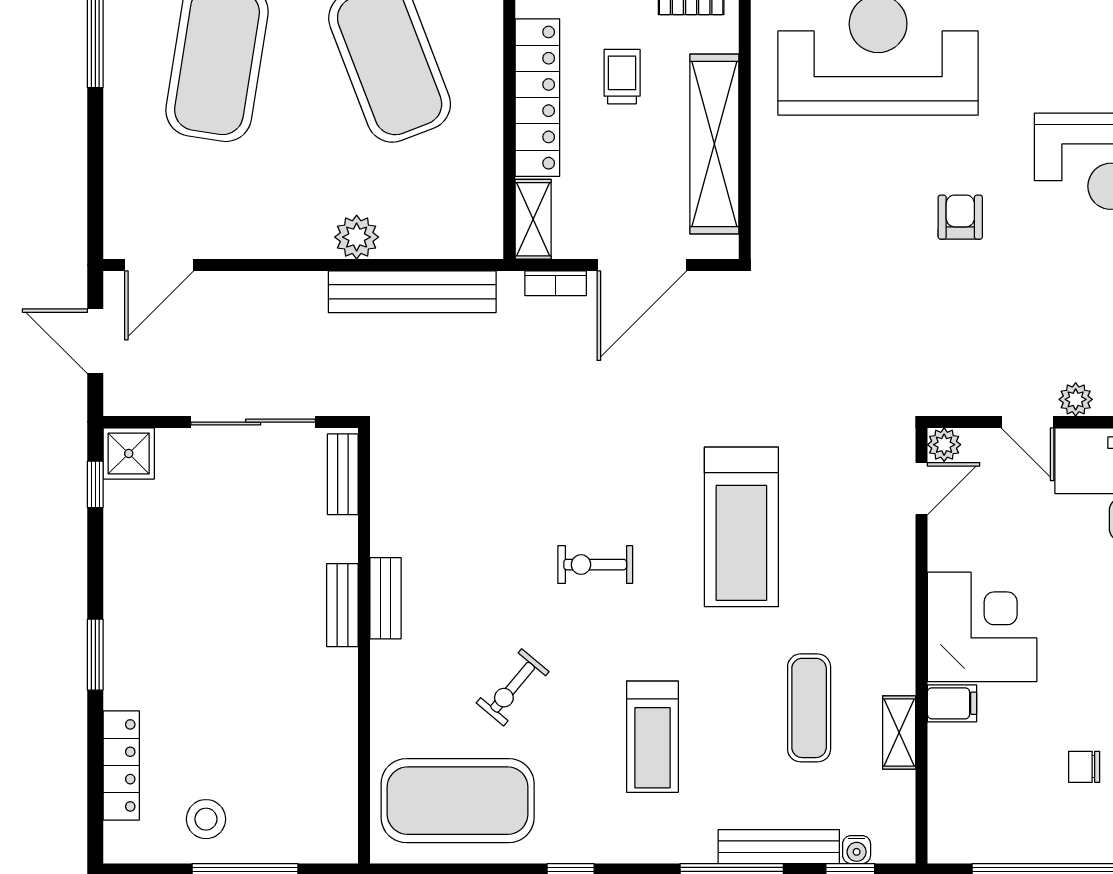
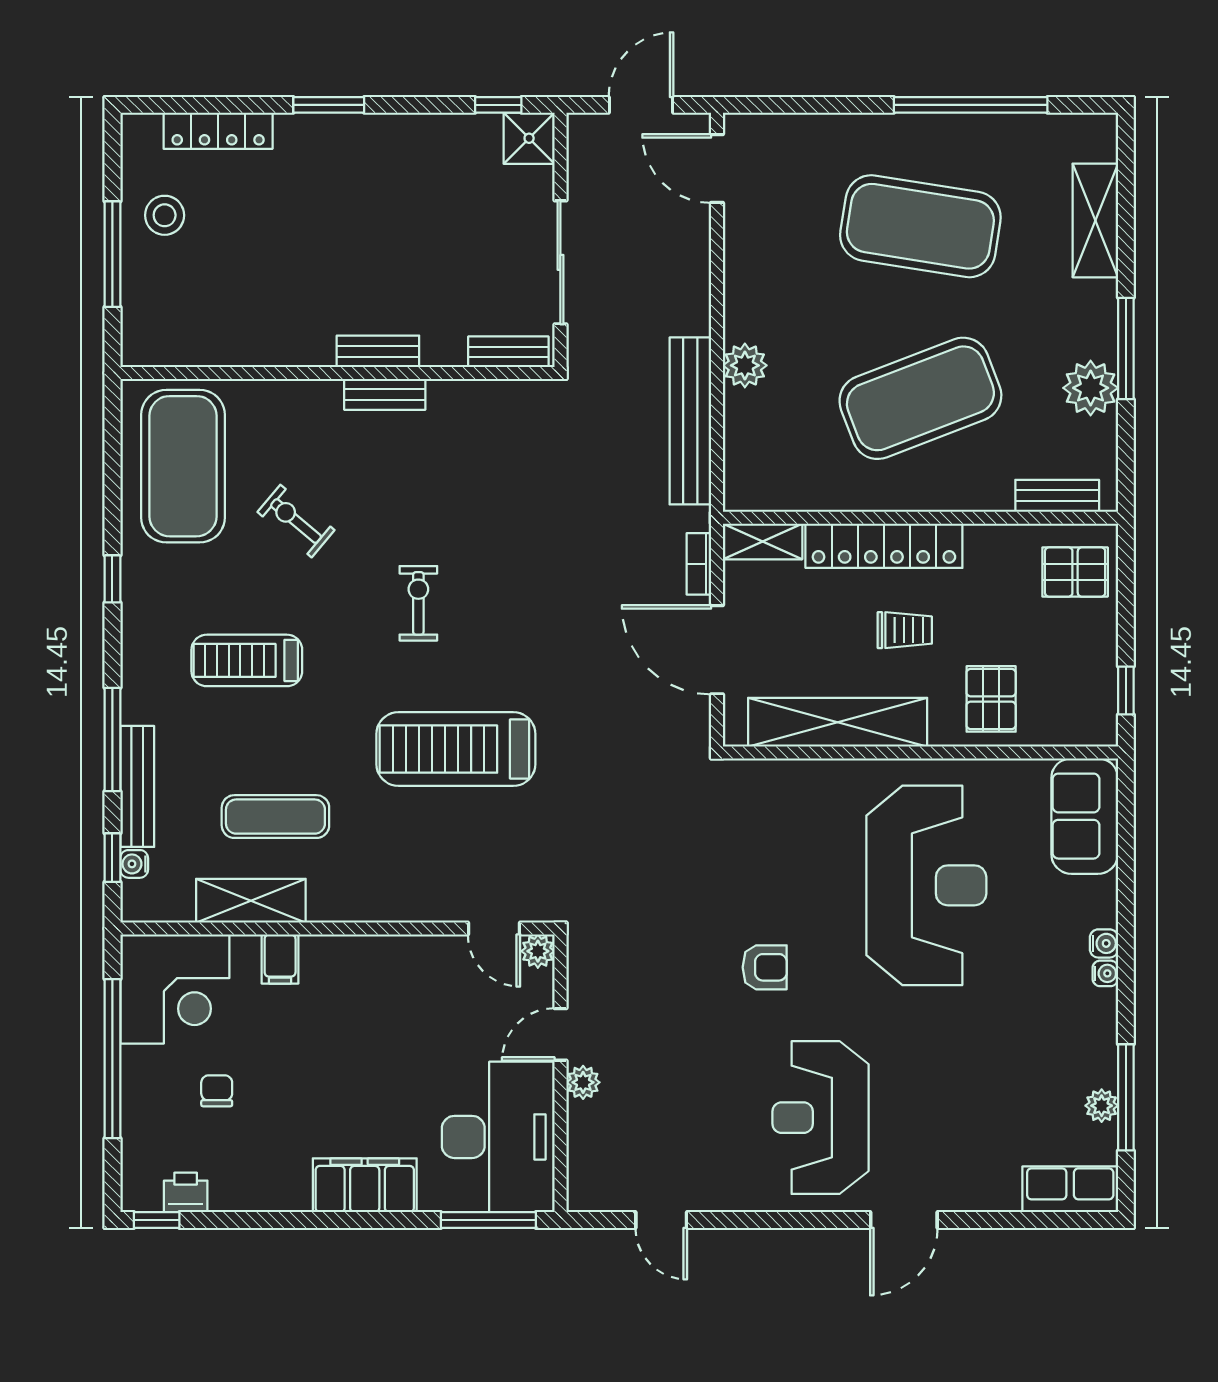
corner desk: (982, 627) -> (175, 989), moved
shelving: (899, 733) -> (251, 901), width x1.50, depth x1.33

